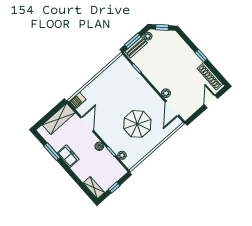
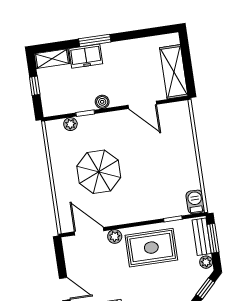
rug: (159, 70) -> (151, 248), added
barbecue: (77, 100) -> (195, 202), moved
window: (52, 152) -> (95, 40), moved
freezer: (68, 156) -> (86, 56), moved

